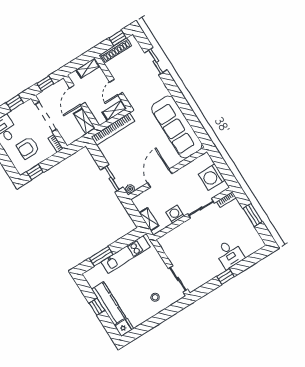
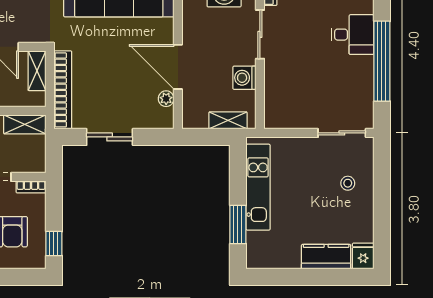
sliding door: (112, 178) -> (110, 137), moved
plant: (130, 189) -> (166, 99), moved
window: (225, 276) -> (382, 61), width x3.17
kitchen counter: (109, 303) -> (326, 257), width x0.67
window: (97, 307) -> (308, 277), removed

